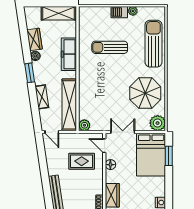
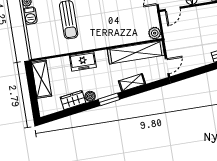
freezer: (69, 54) -> (83, 61), width x0.71
rug: (82, 161) -> (193, 30), removed

